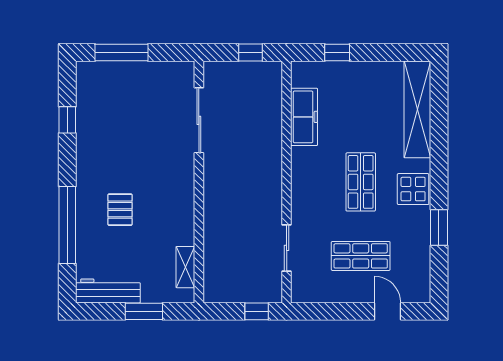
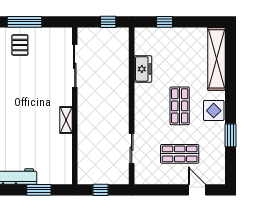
freezer: (304, 117) -> (143, 69), width x0.71
pallet: (120, 210) -> (20, 45), moved
shelving: (185, 267) -> (66, 120), moved
window: (257, 311) -> (101, 190), moved

